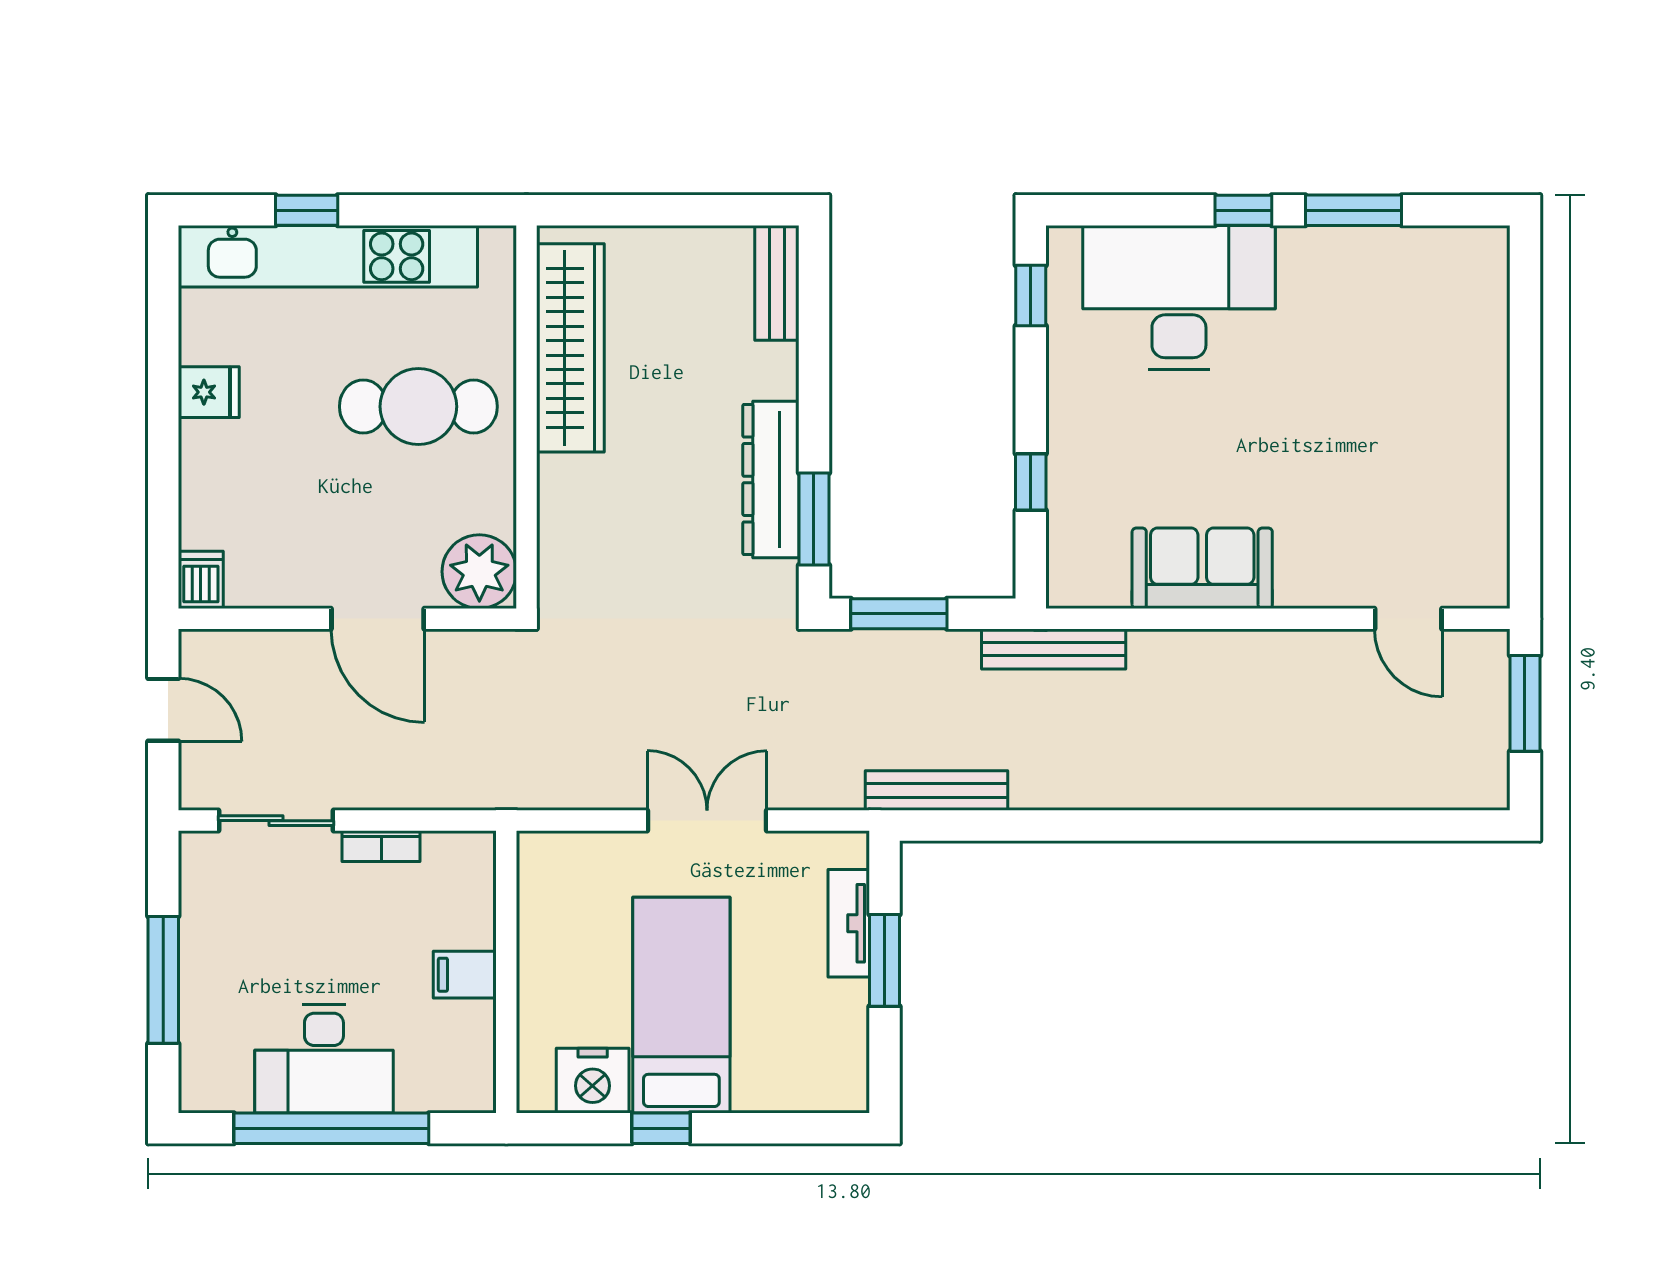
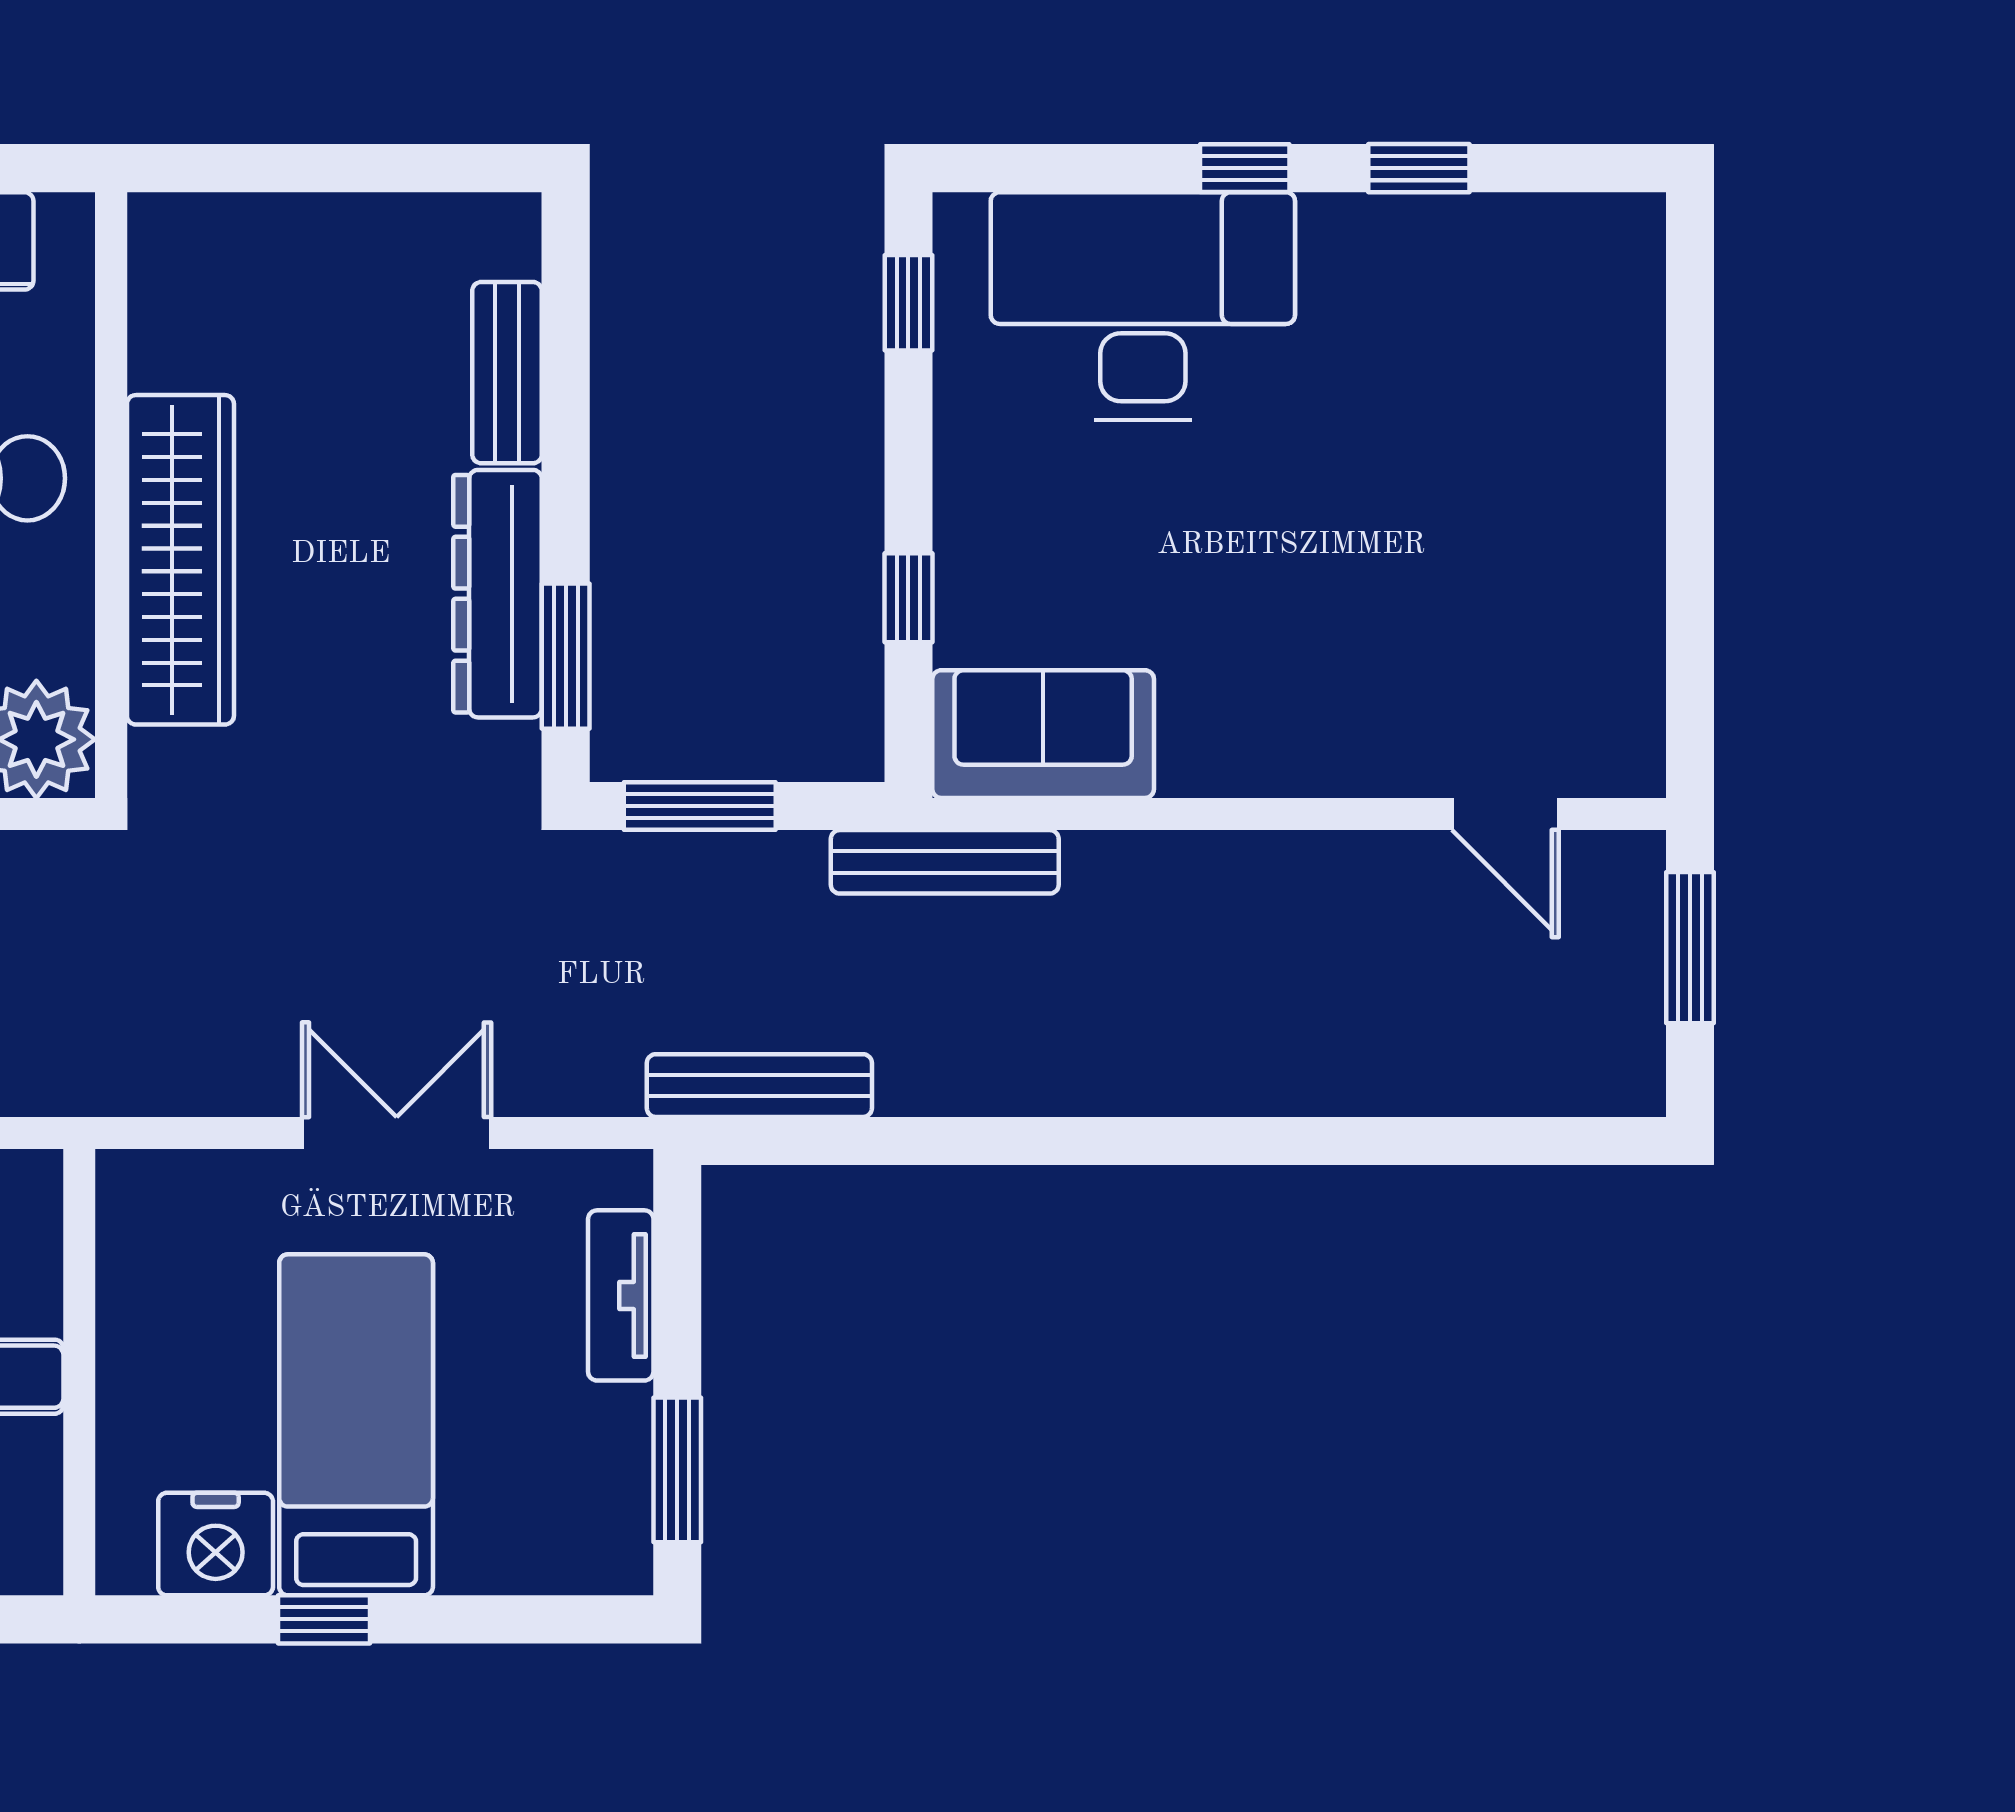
window: (1354, 210) -> (1419, 168), width x0.67
bench: (777, 283) -> (507, 373), moved
wardrobe: (570, 348) -> (180, 560), moved
sofa: (1202, 568) -> (1043, 734), moved
window: (885, 960) -> (677, 1470), moved

